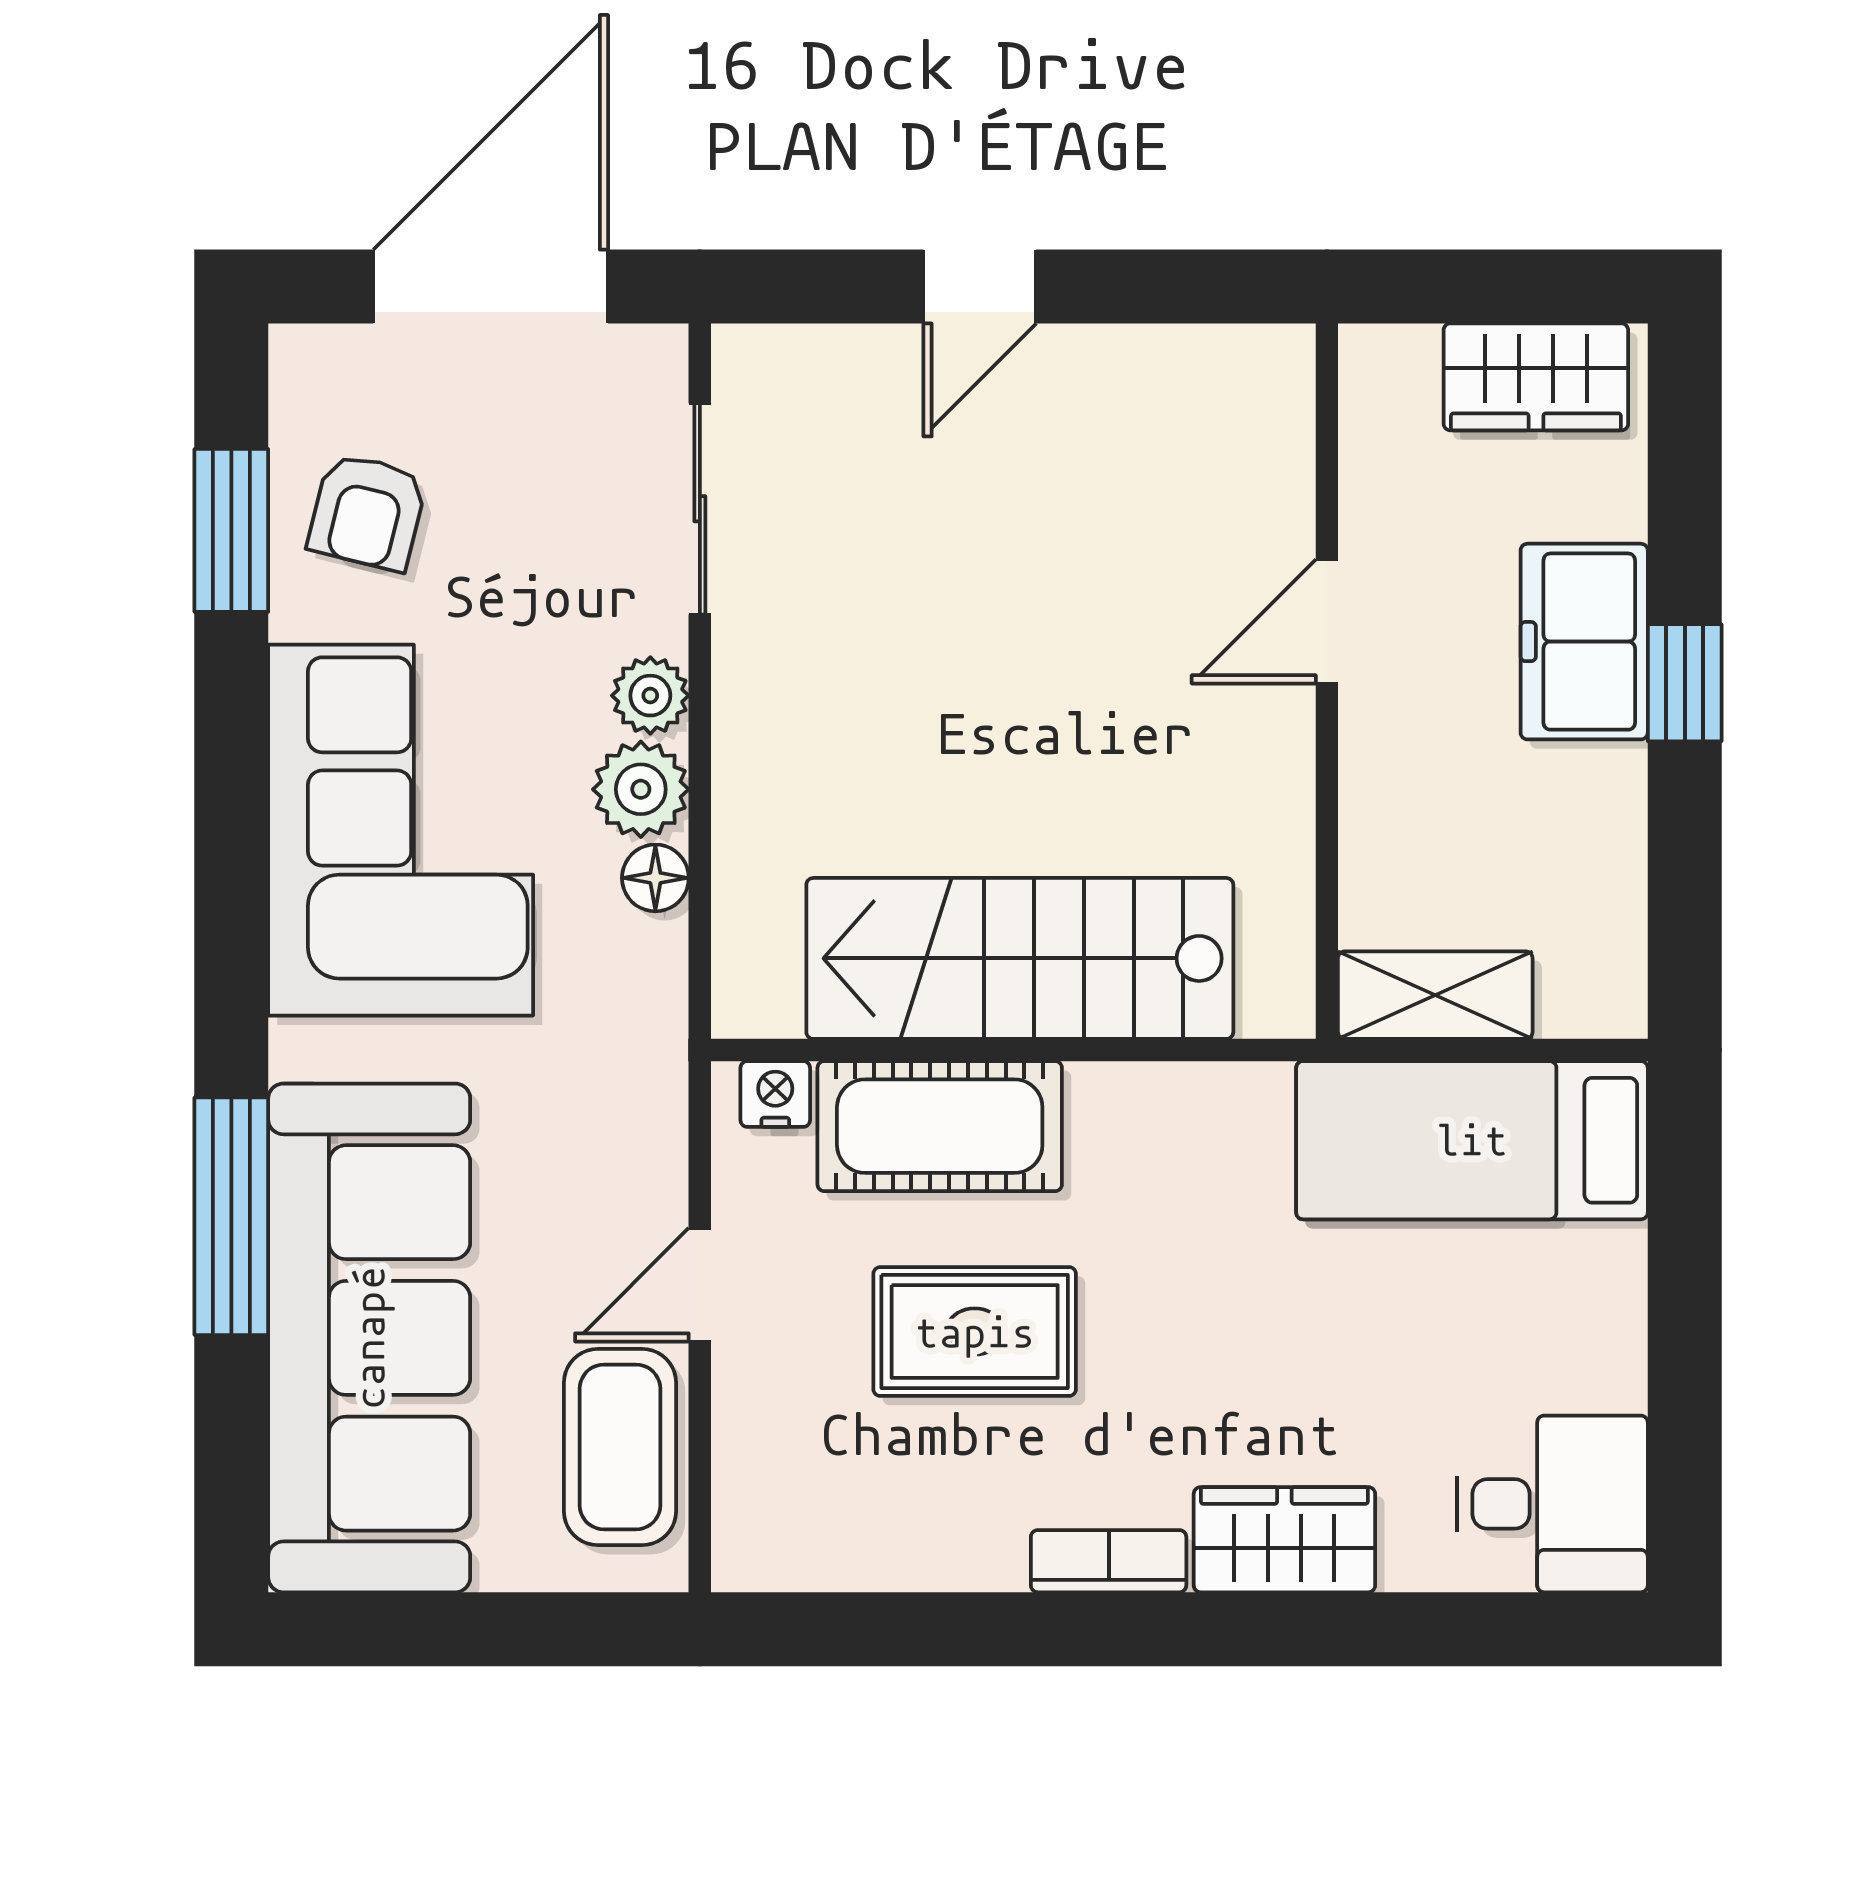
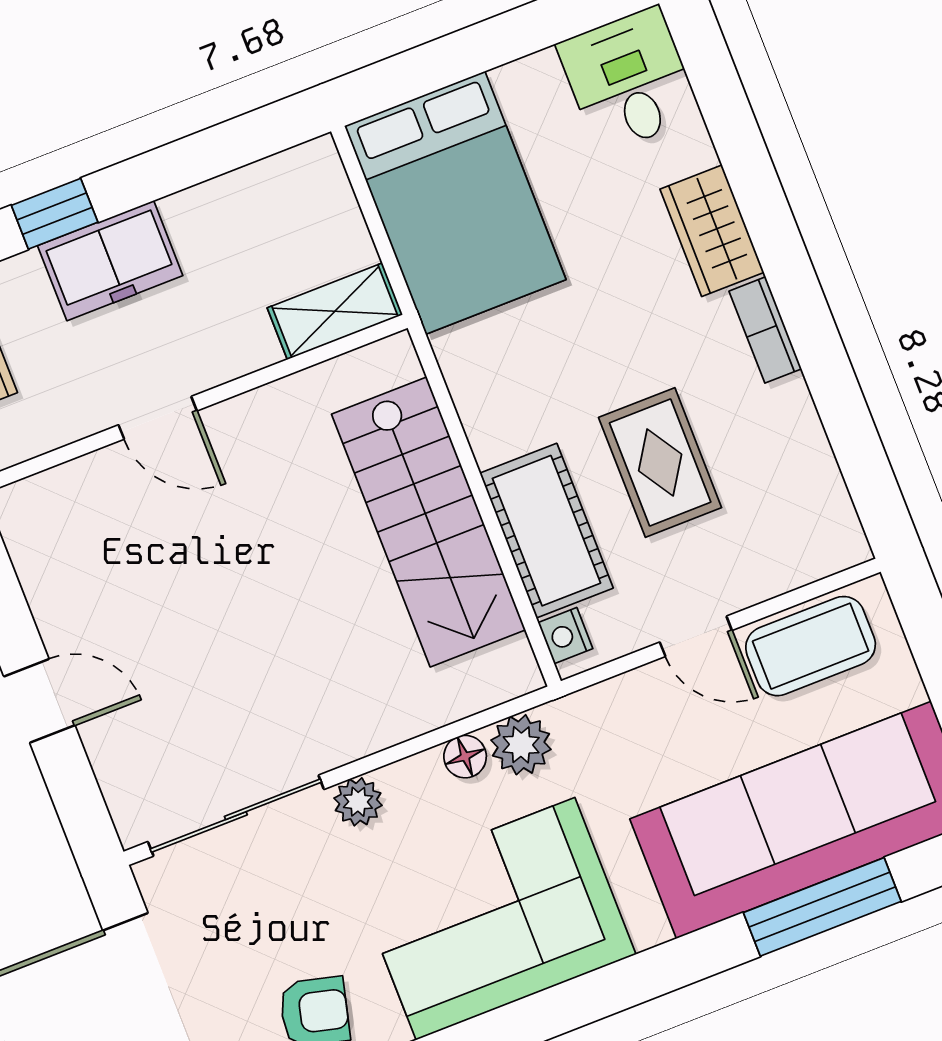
sliding door: (700, 509) -> (236, 816), width x1.37
window: (1685, 683) -> (55, 214), moved
plant: (641, 789) -> (521, 745), moved
shelving: (1435, 995) -> (335, 311), moved, turned 90
bed: (1472, 1140) -> (455, 203), width x1.50
window: (231, 1216) -> (822, 907), moved

